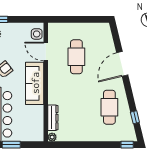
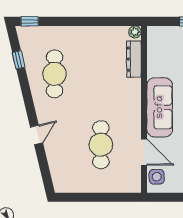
door: (122, 64) -> (36, 135), width x0.53

